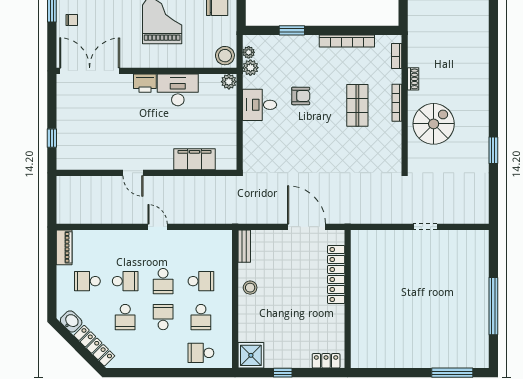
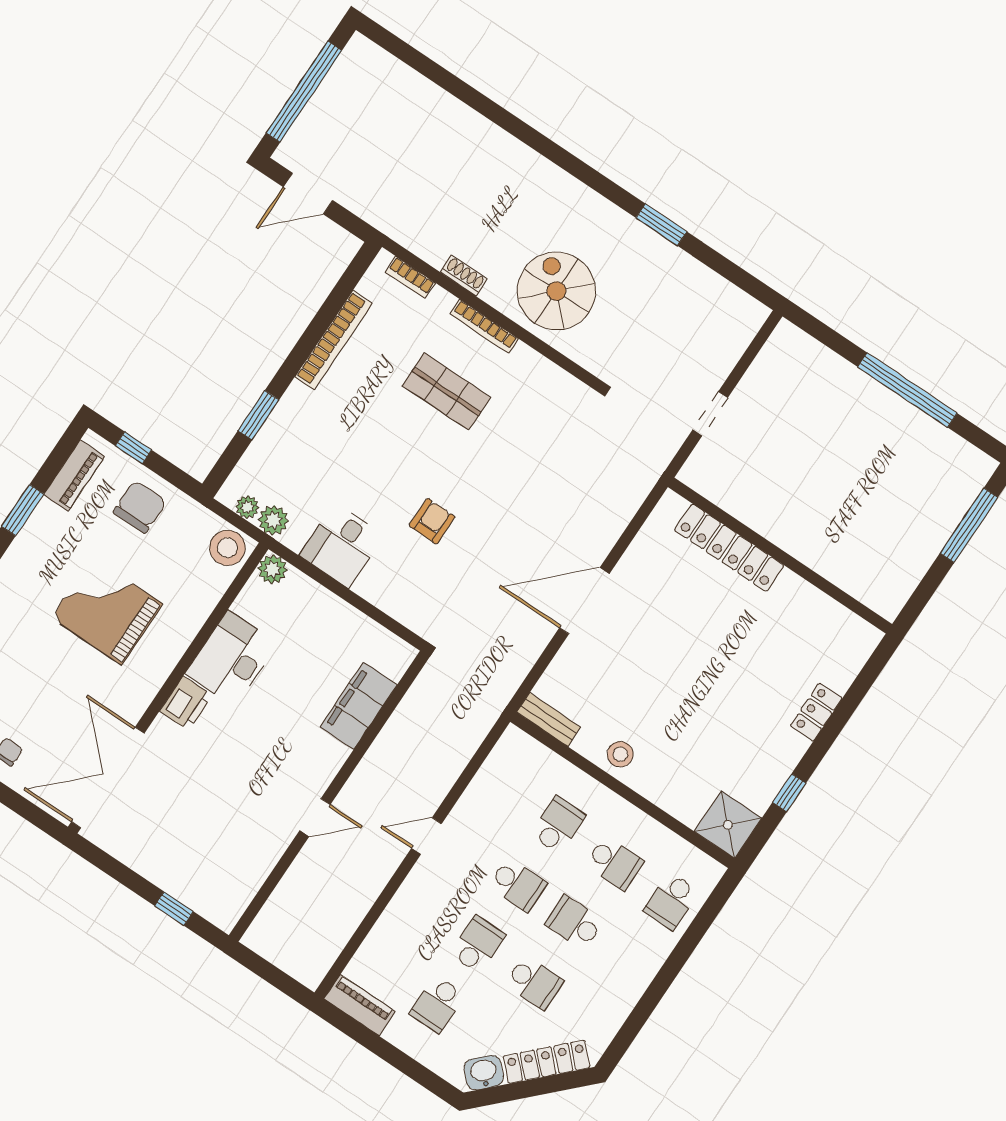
armchair: (301, 96) -> (432, 521), moved
locker: (336, 274) -> (729, 548), moved
wall: (348, 299) -> (780, 556), moved

